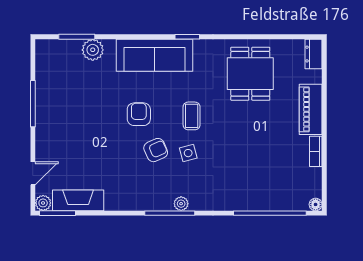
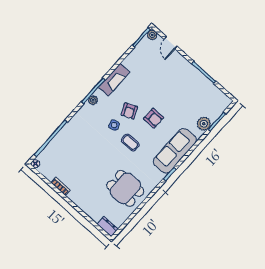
piano: (311, 109) -> (83, 202), removed
fireplace: (78, 200) -> (114, 80), moved

